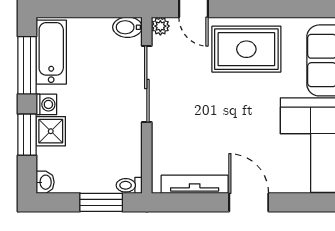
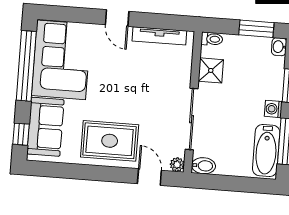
shower: (51, 131) -> (211, 70), moved
window: (101, 202) -> (256, 29), moved
door: (249, 202) -> (117, 18), width x0.73

